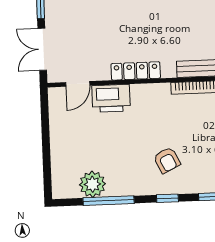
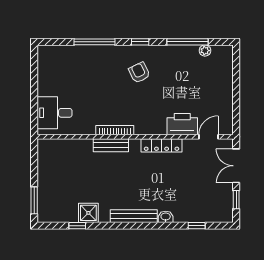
double door: (42, 49) -> (236, 166), swing flipped
plant: (92, 184) -> (205, 51), width x0.53, depth x0.53

